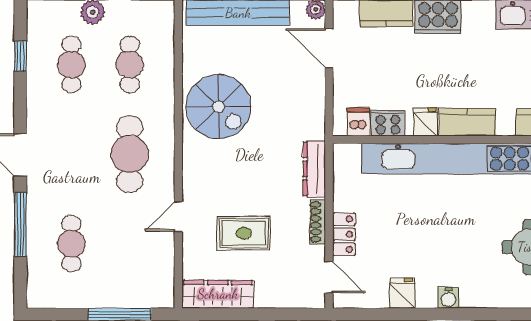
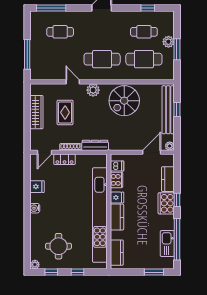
cafe table: (130, 64) -> (144, 59), width x1.37, depth x1.35
plant: (196, 173) -> (93, 90), added
window: (20, 224) -> (51, 8), moved
wardrobe: (218, 294) -> (36, 112), moved

